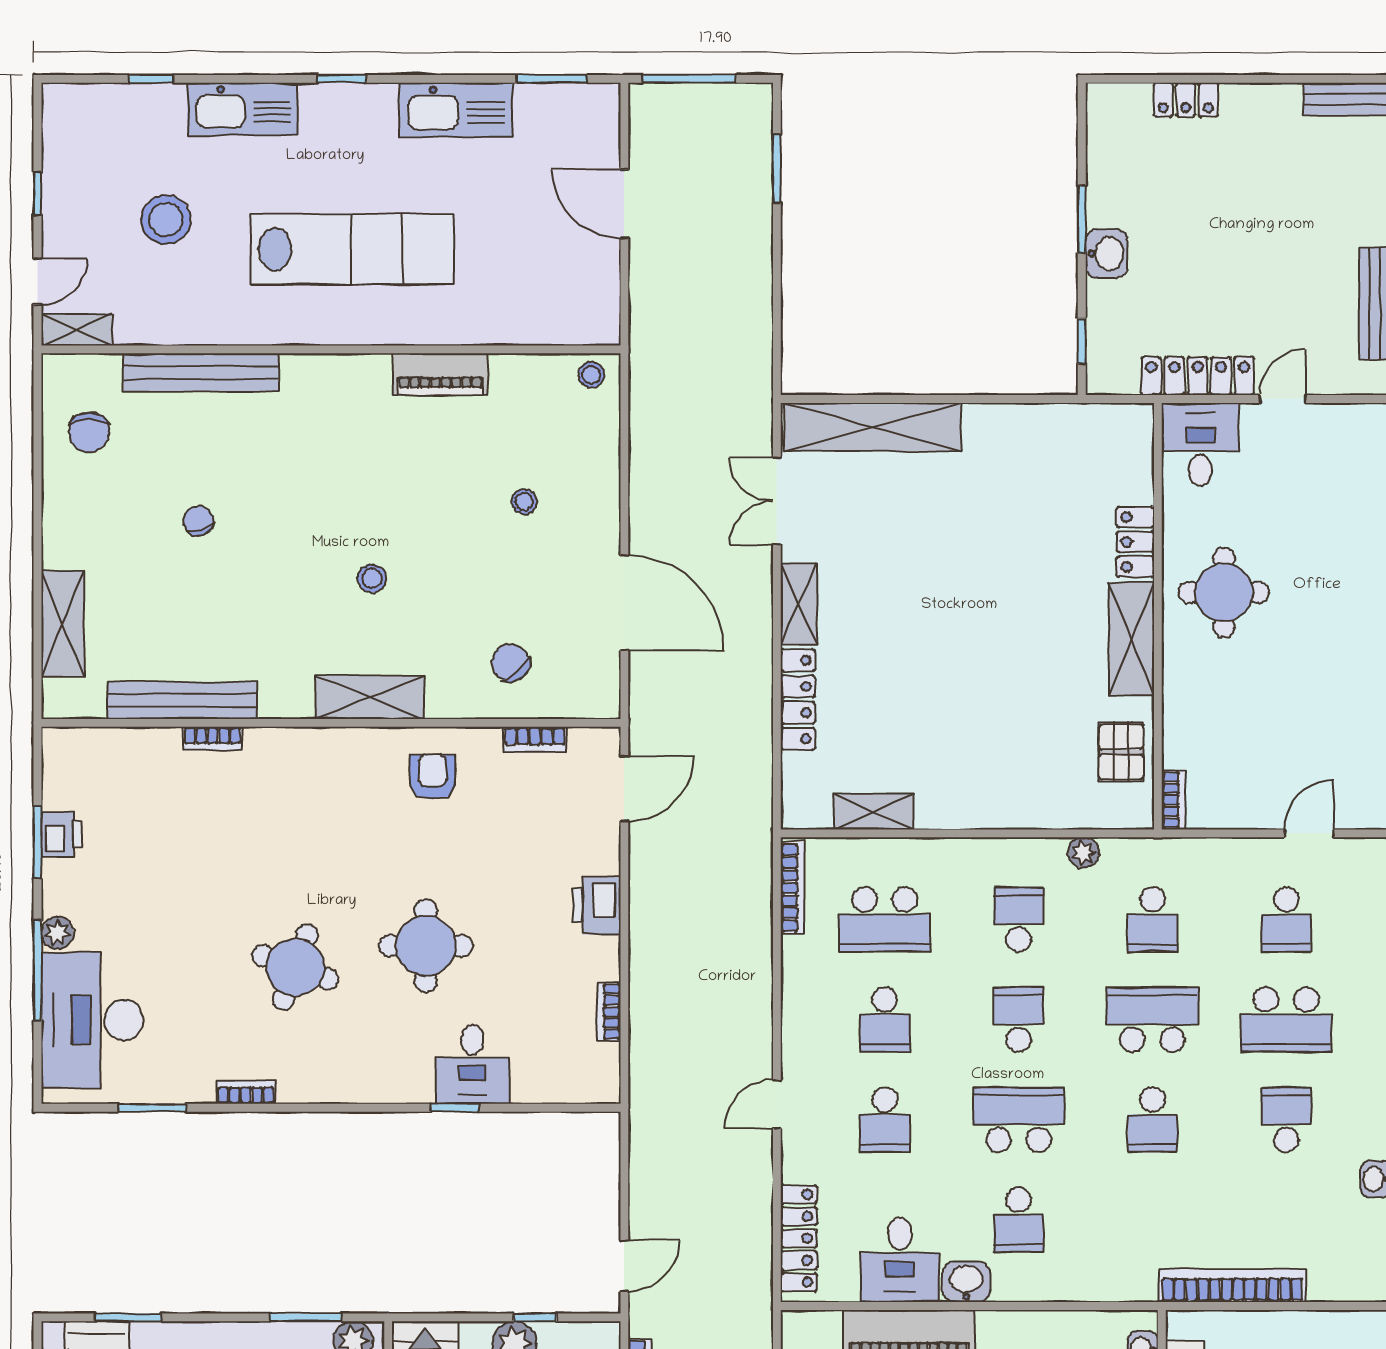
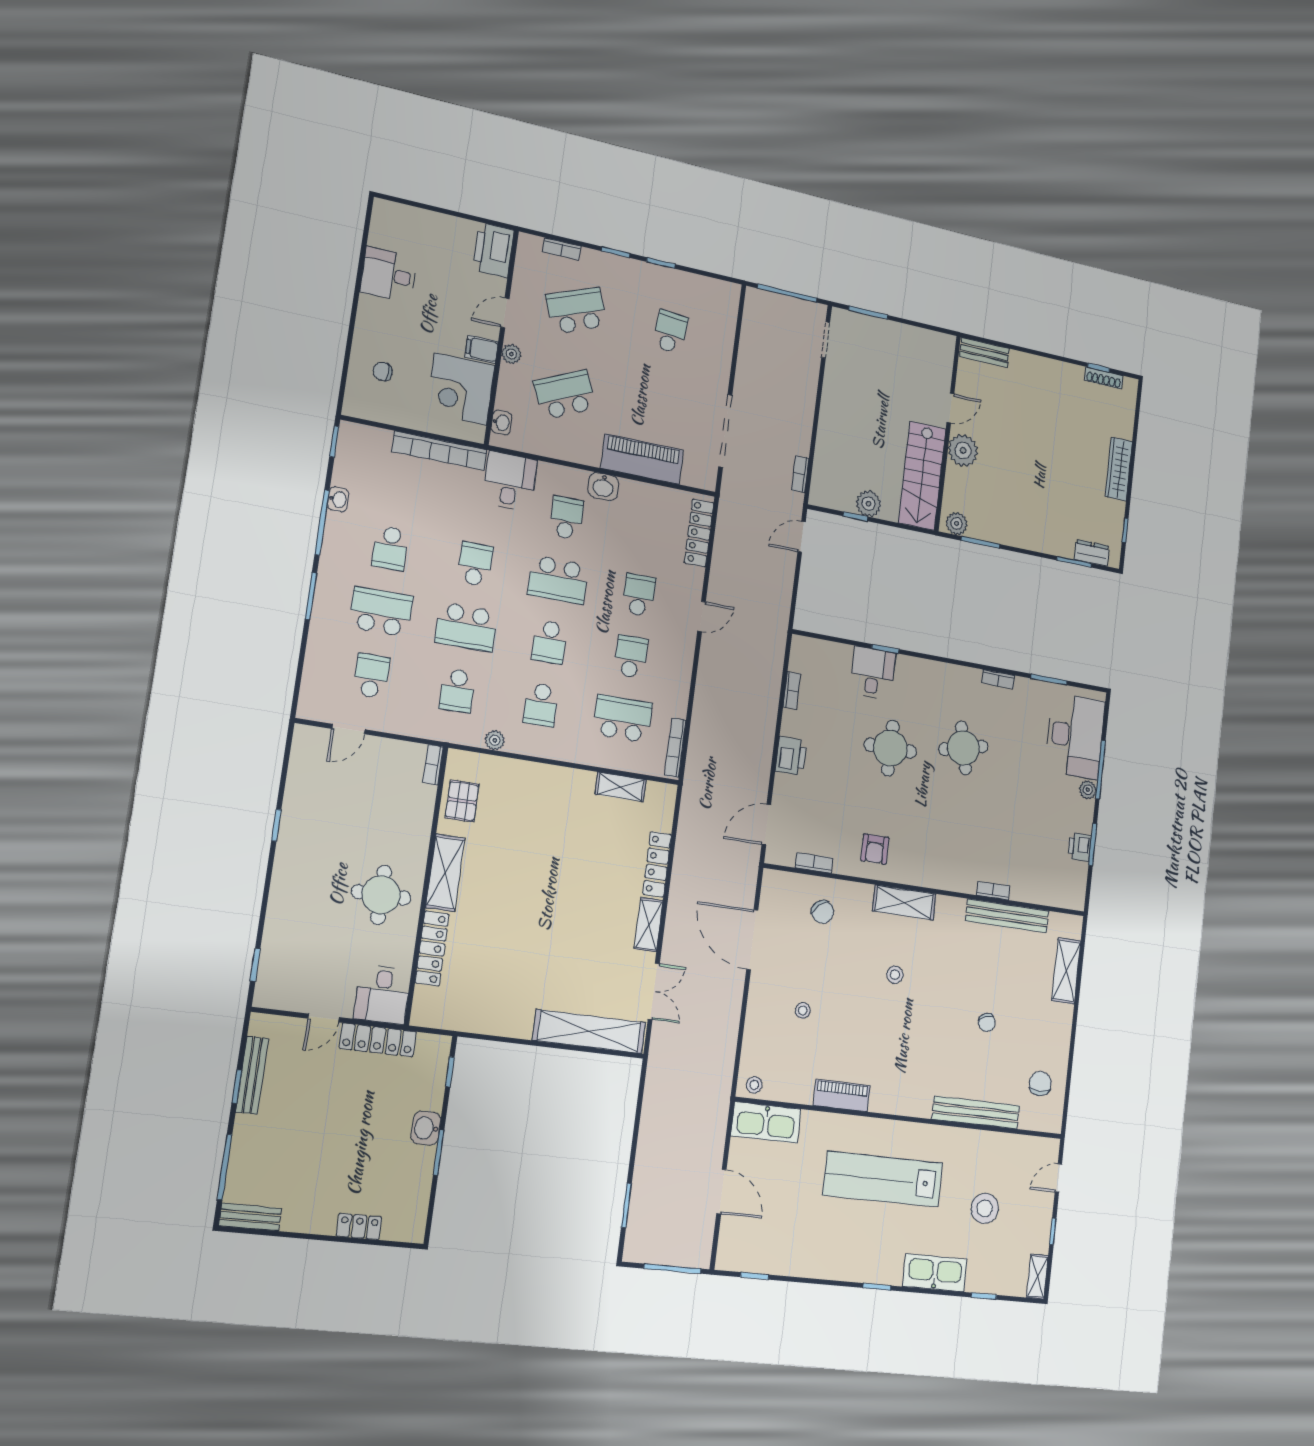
window: (552, 79) -> (755, 1276), width x0.67
kitchen sink: (456, 110) -> (766, 1122), moved, turned 180
shelving: (77, 330) -> (1037, 1277), moved, turned 90
locker: (1135, 542) -> (432, 949), width x1.53
school desk: (1152, 920) -> (457, 690), turned 180
round table: (295, 967) -> (963, 748), turned -33
desk: (900, 1260) -> (510, 481), moved

